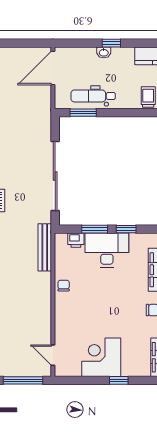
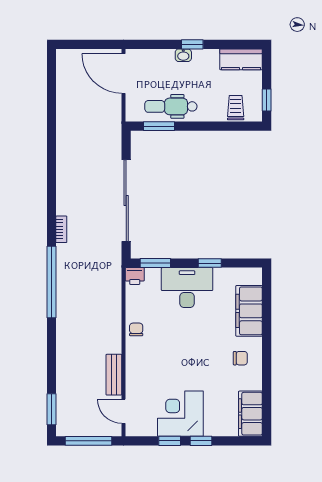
door: (53, 68) -> (123, 73), hinge flipped
window: (95, 229) -> (155, 263), moved
printer: (76, 240) -> (135, 276), moved
bench: (45, 247) -> (114, 375), moved, width x0.73
window: (92, 380) -> (170, 441), added

